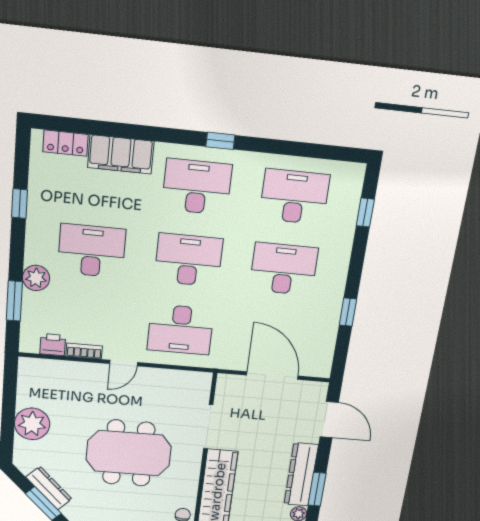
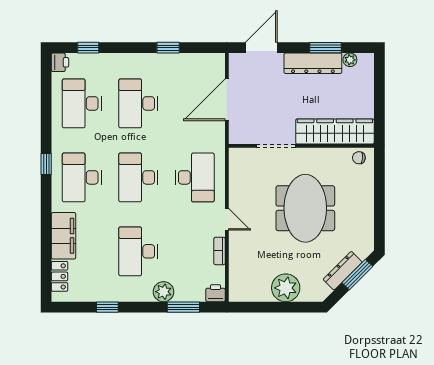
printer: (353, 174) -> (60, 62), added
printer: (53, 345) -> (216, 293), moved, turned 90

